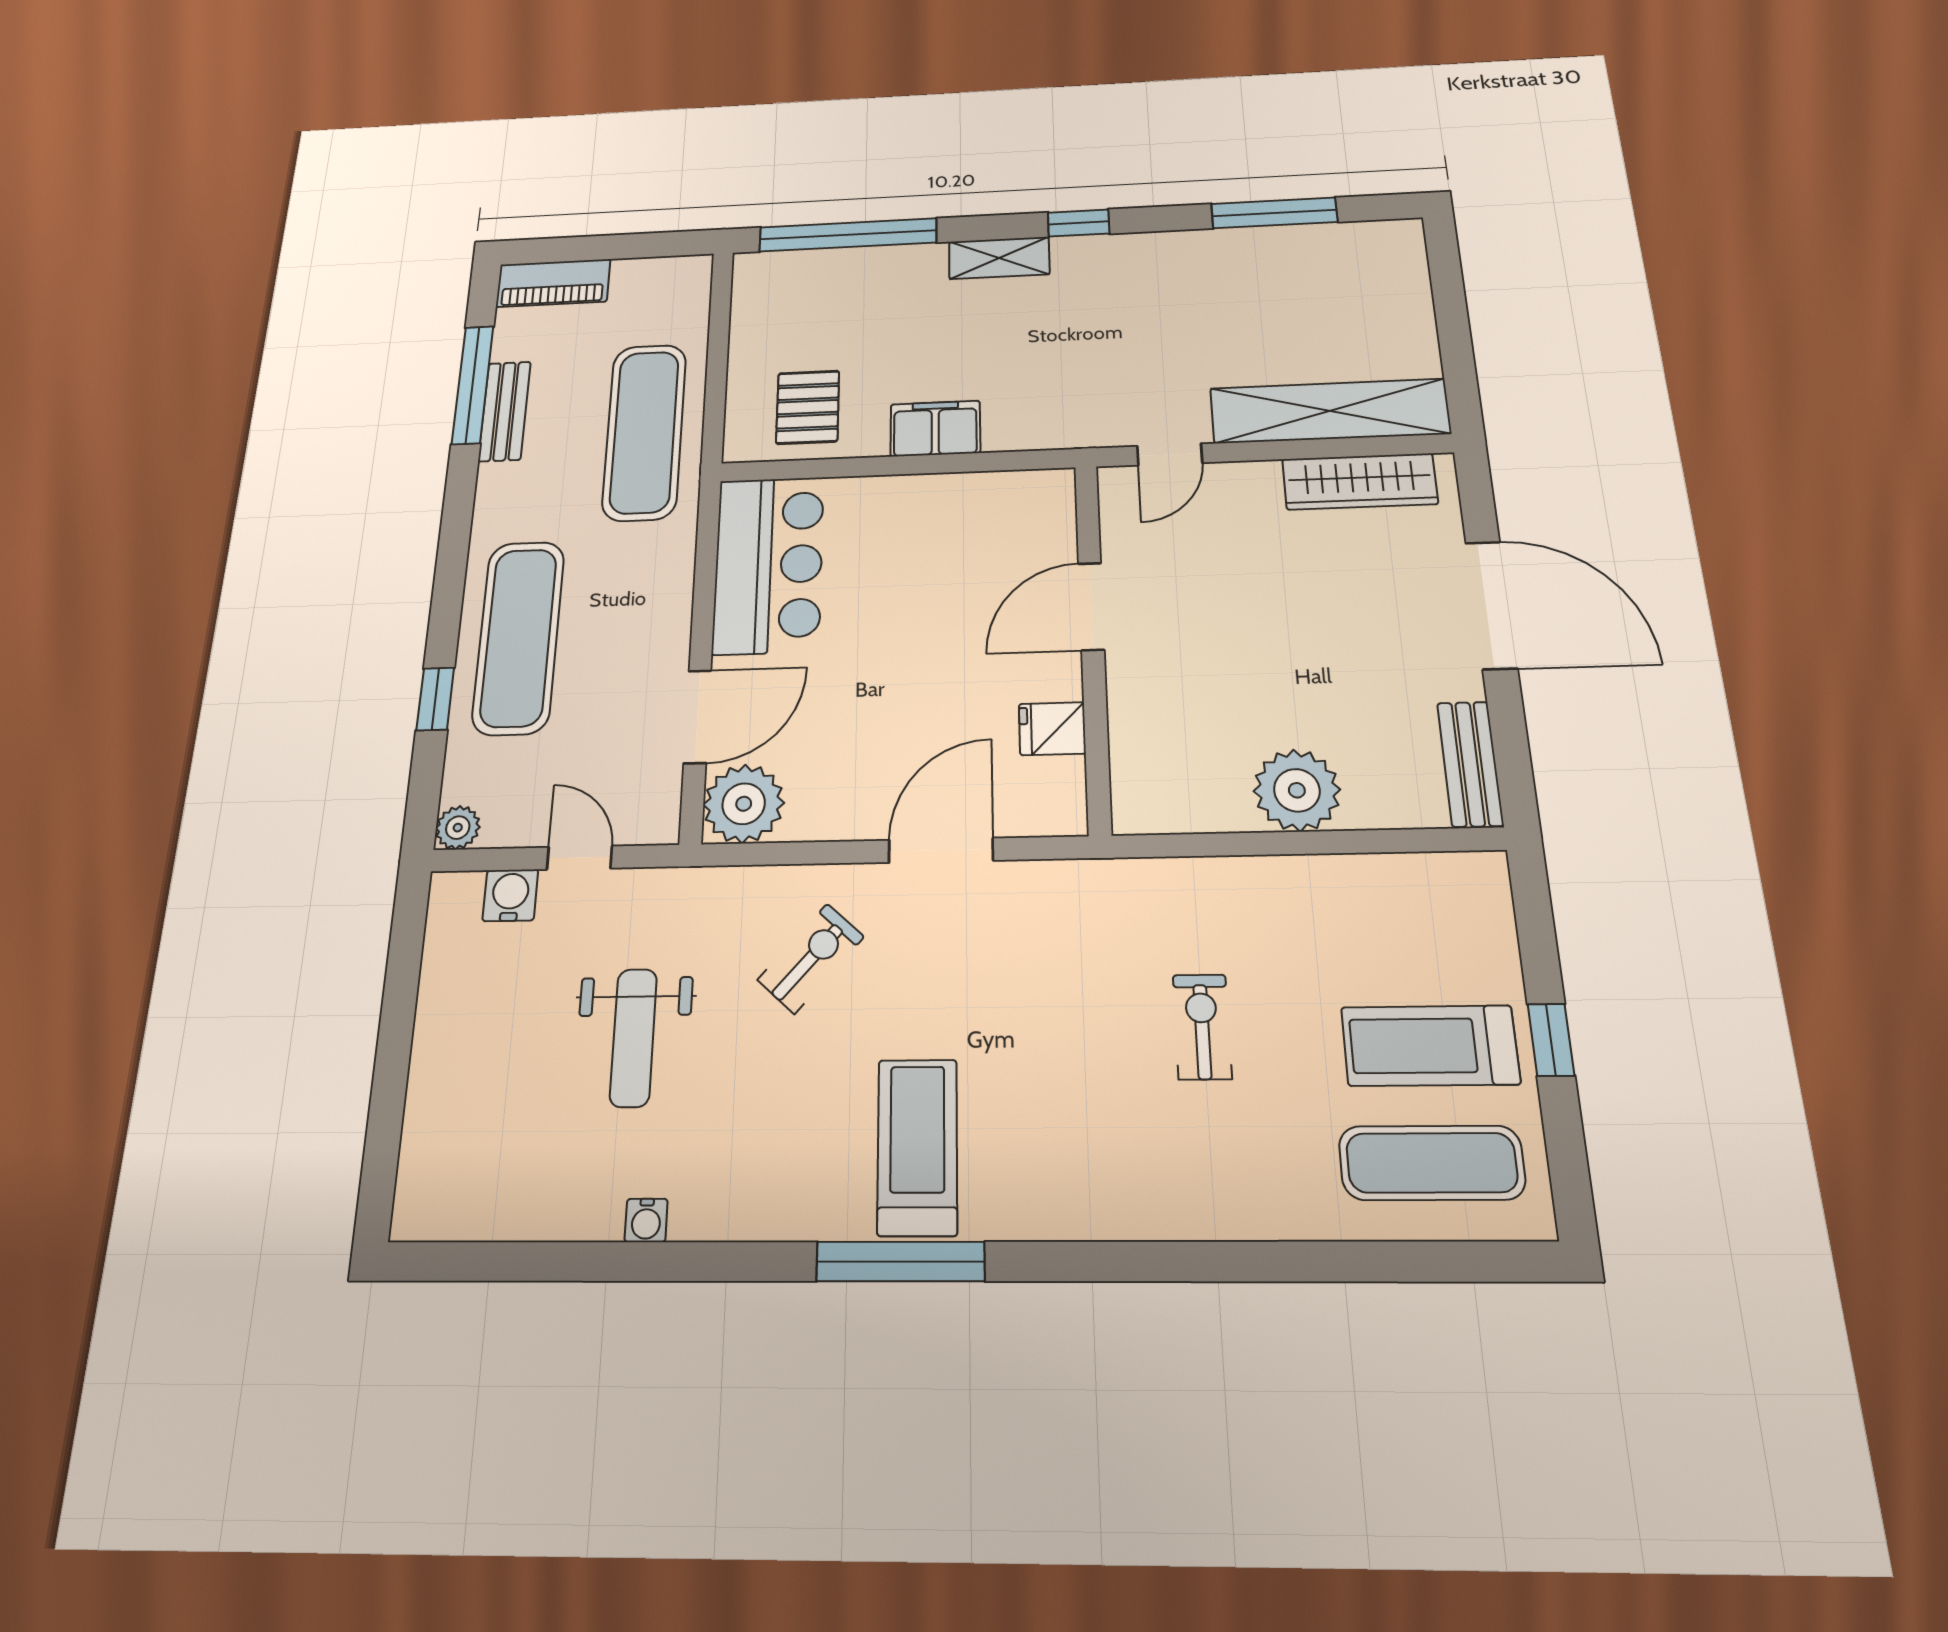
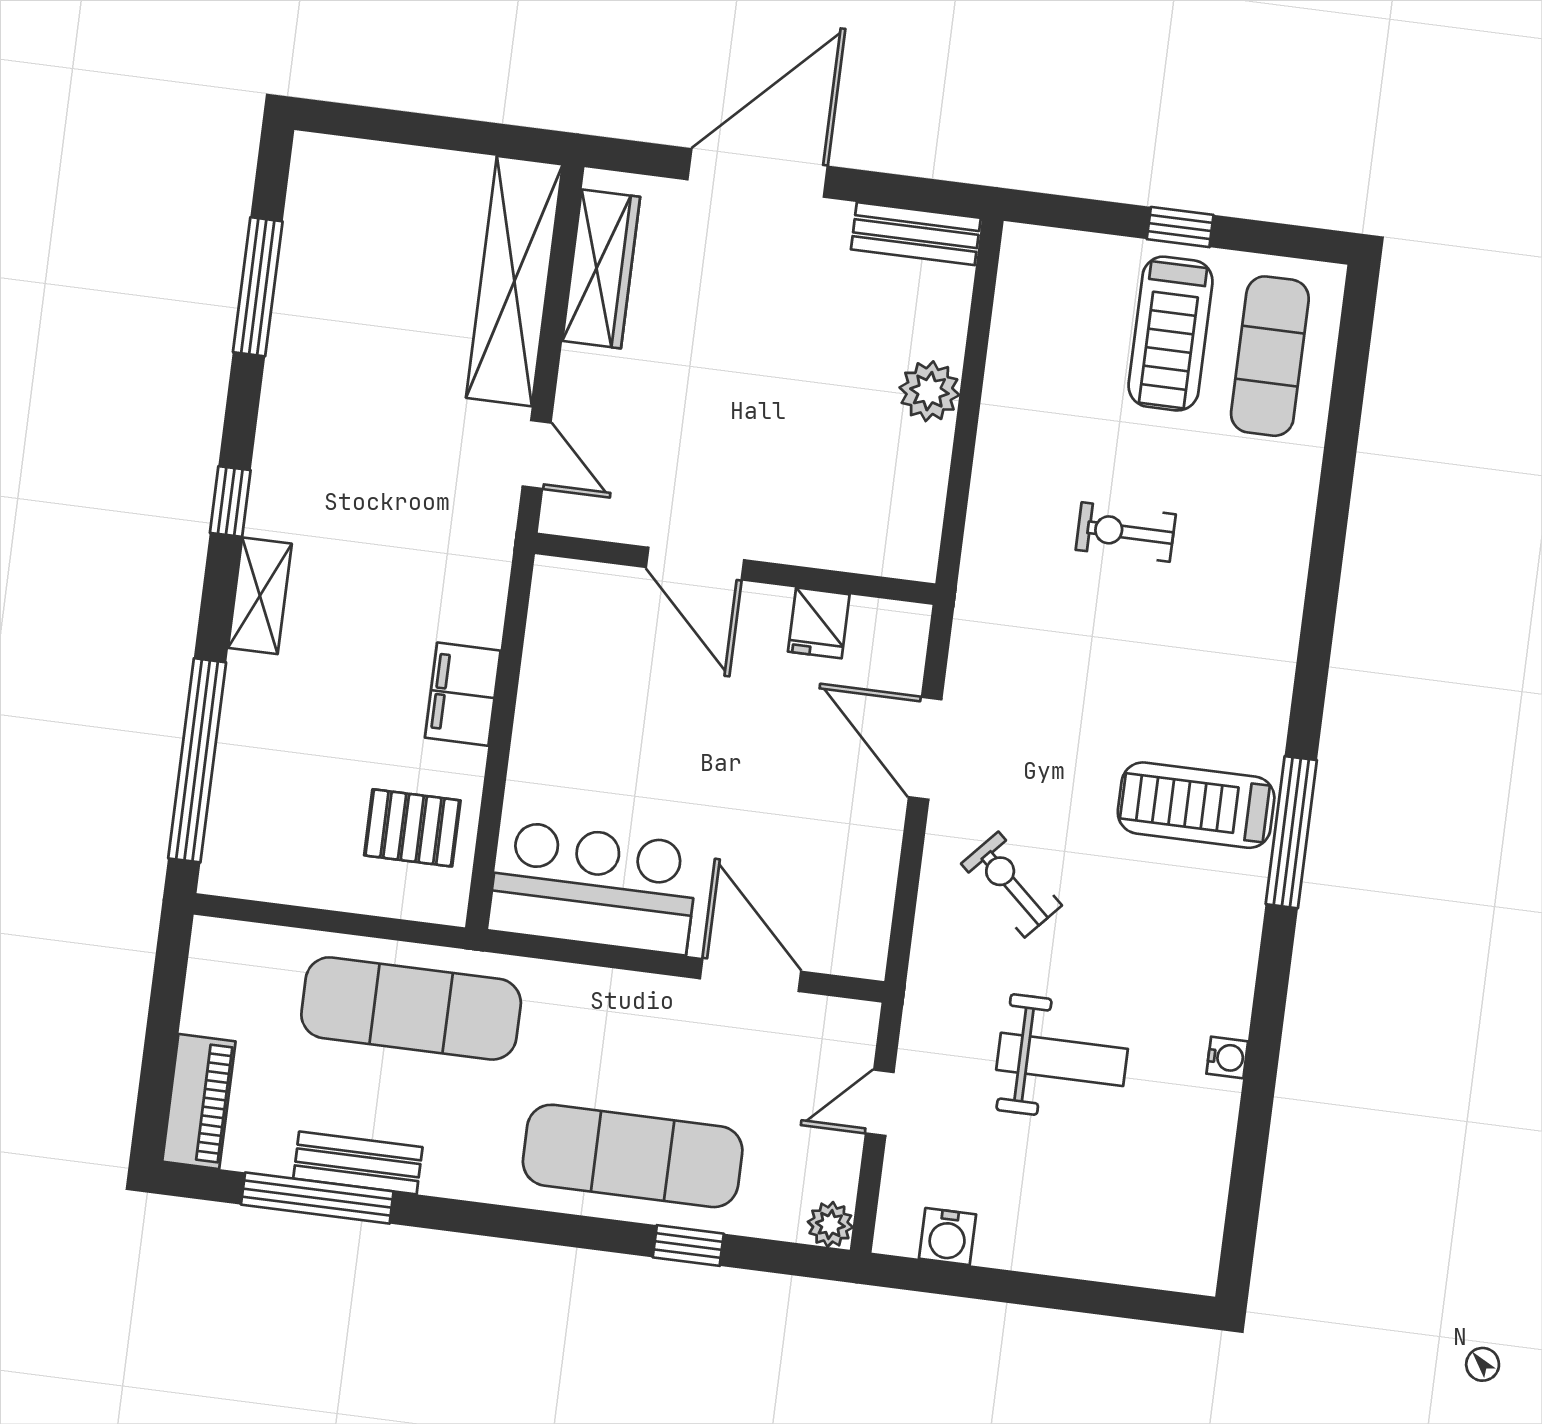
plant: (1297, 790) -> (929, 391), width x0.73, depth x0.73
plant: (744, 804) -> (849, 936), removed
water cooler: (510, 895) -> (948, 1237), moved, turned -90

